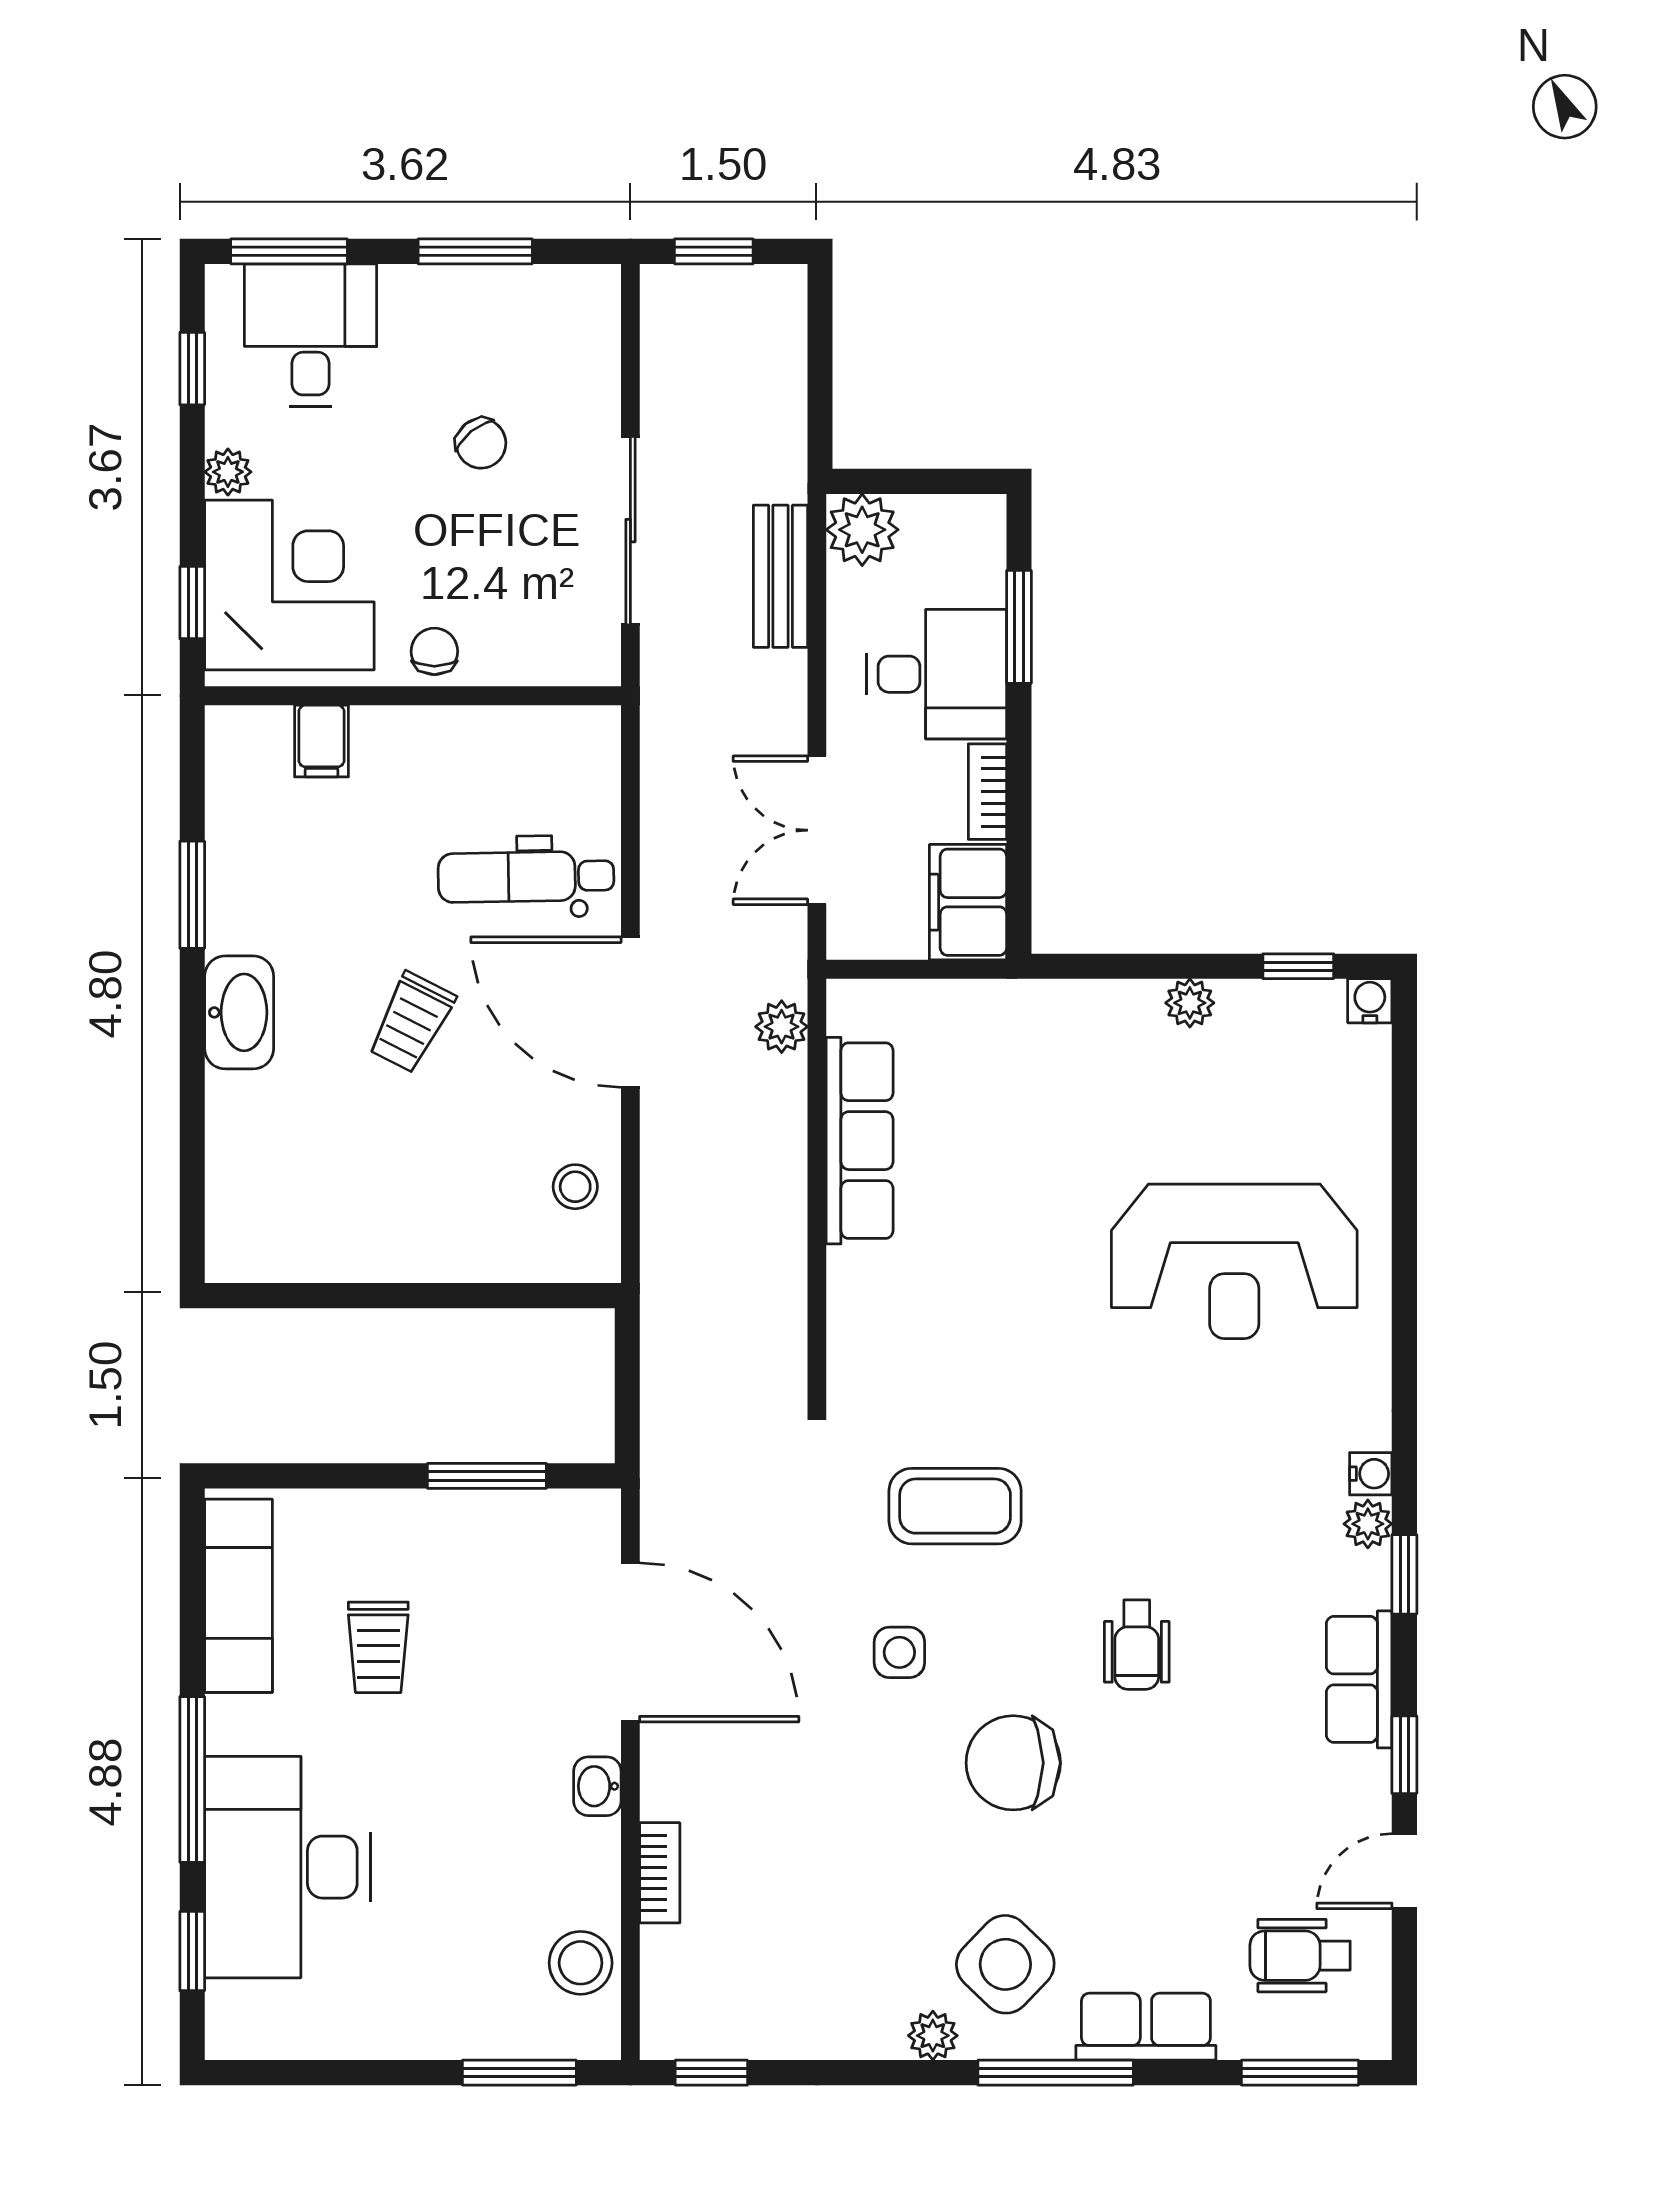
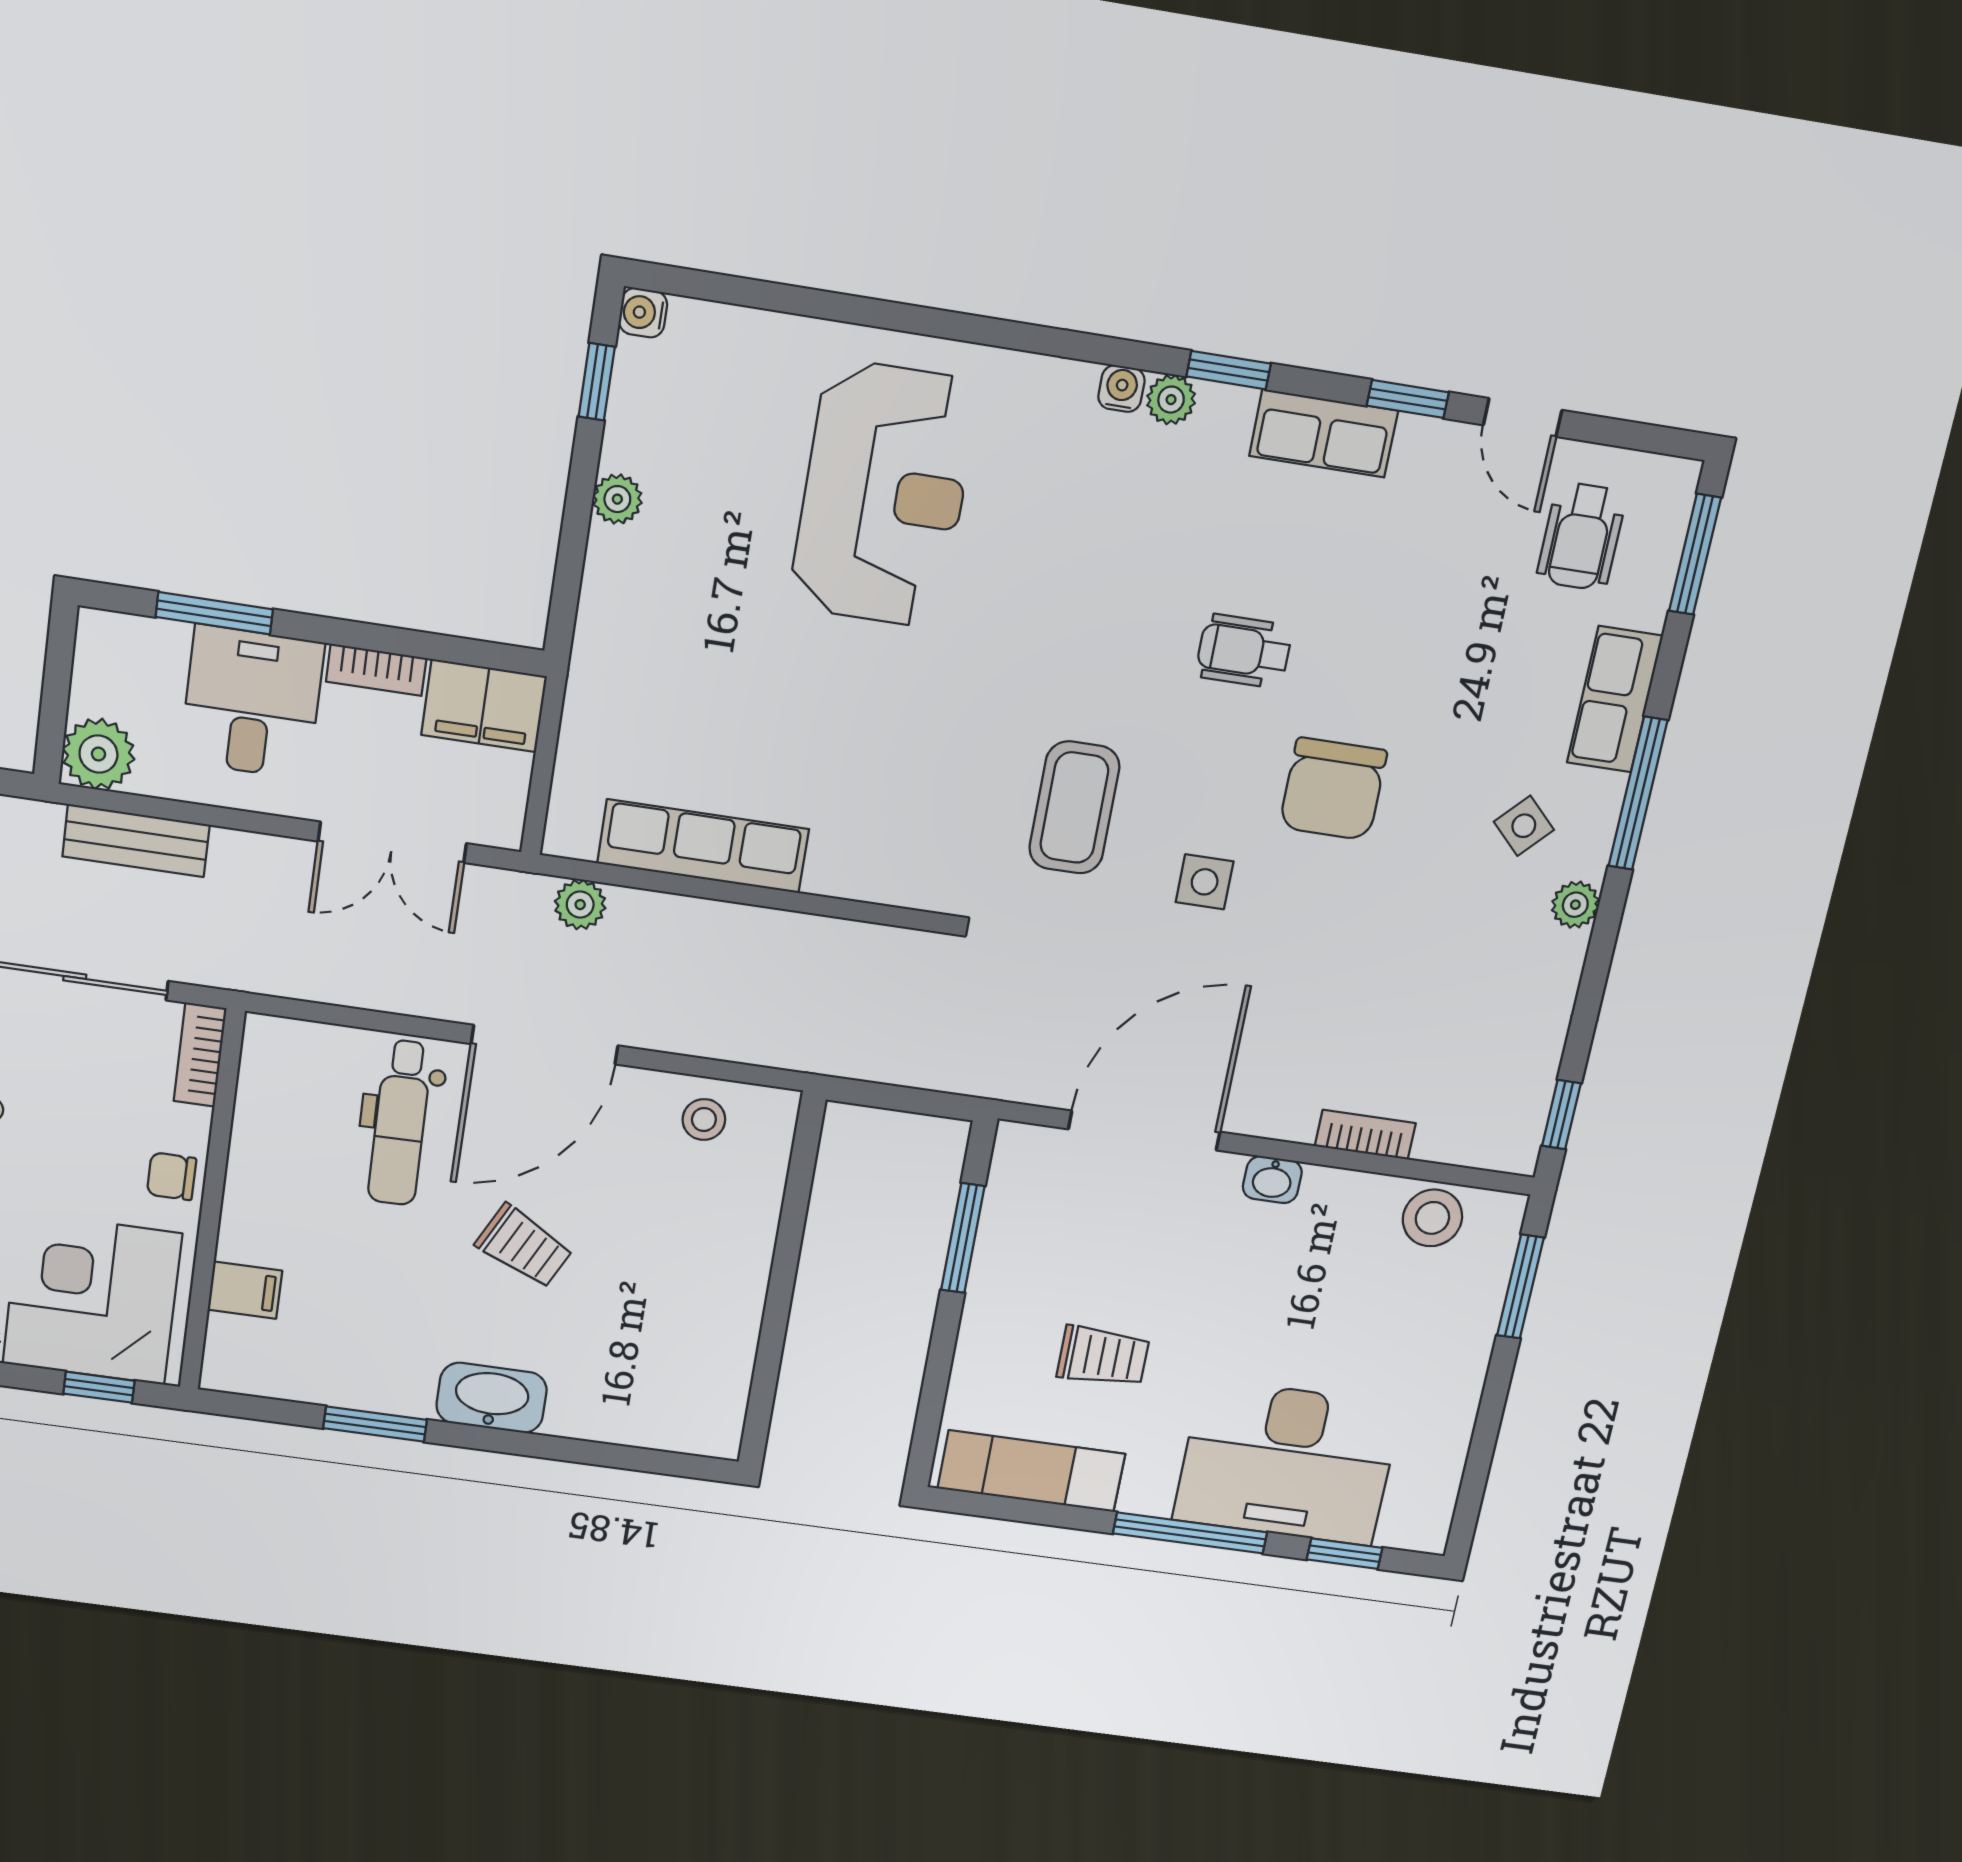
bookcase: (568, 665) -> (200, 1055), added
wheelchair: (1137, 1645) -> (1244, 651), turned 180
side table: (1005, 1964) -> (1524, 826), width x0.54, depth x0.54

